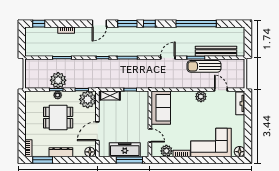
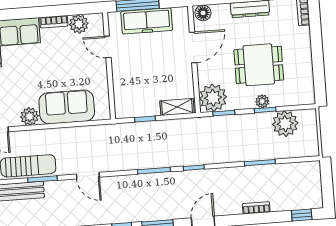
door: (168, 58) -> (88, 176), hinge flipped
plant: (58, 80) -> (285, 124), moved
sofa: (161, 108) -> (67, 107), moved, turned 90

